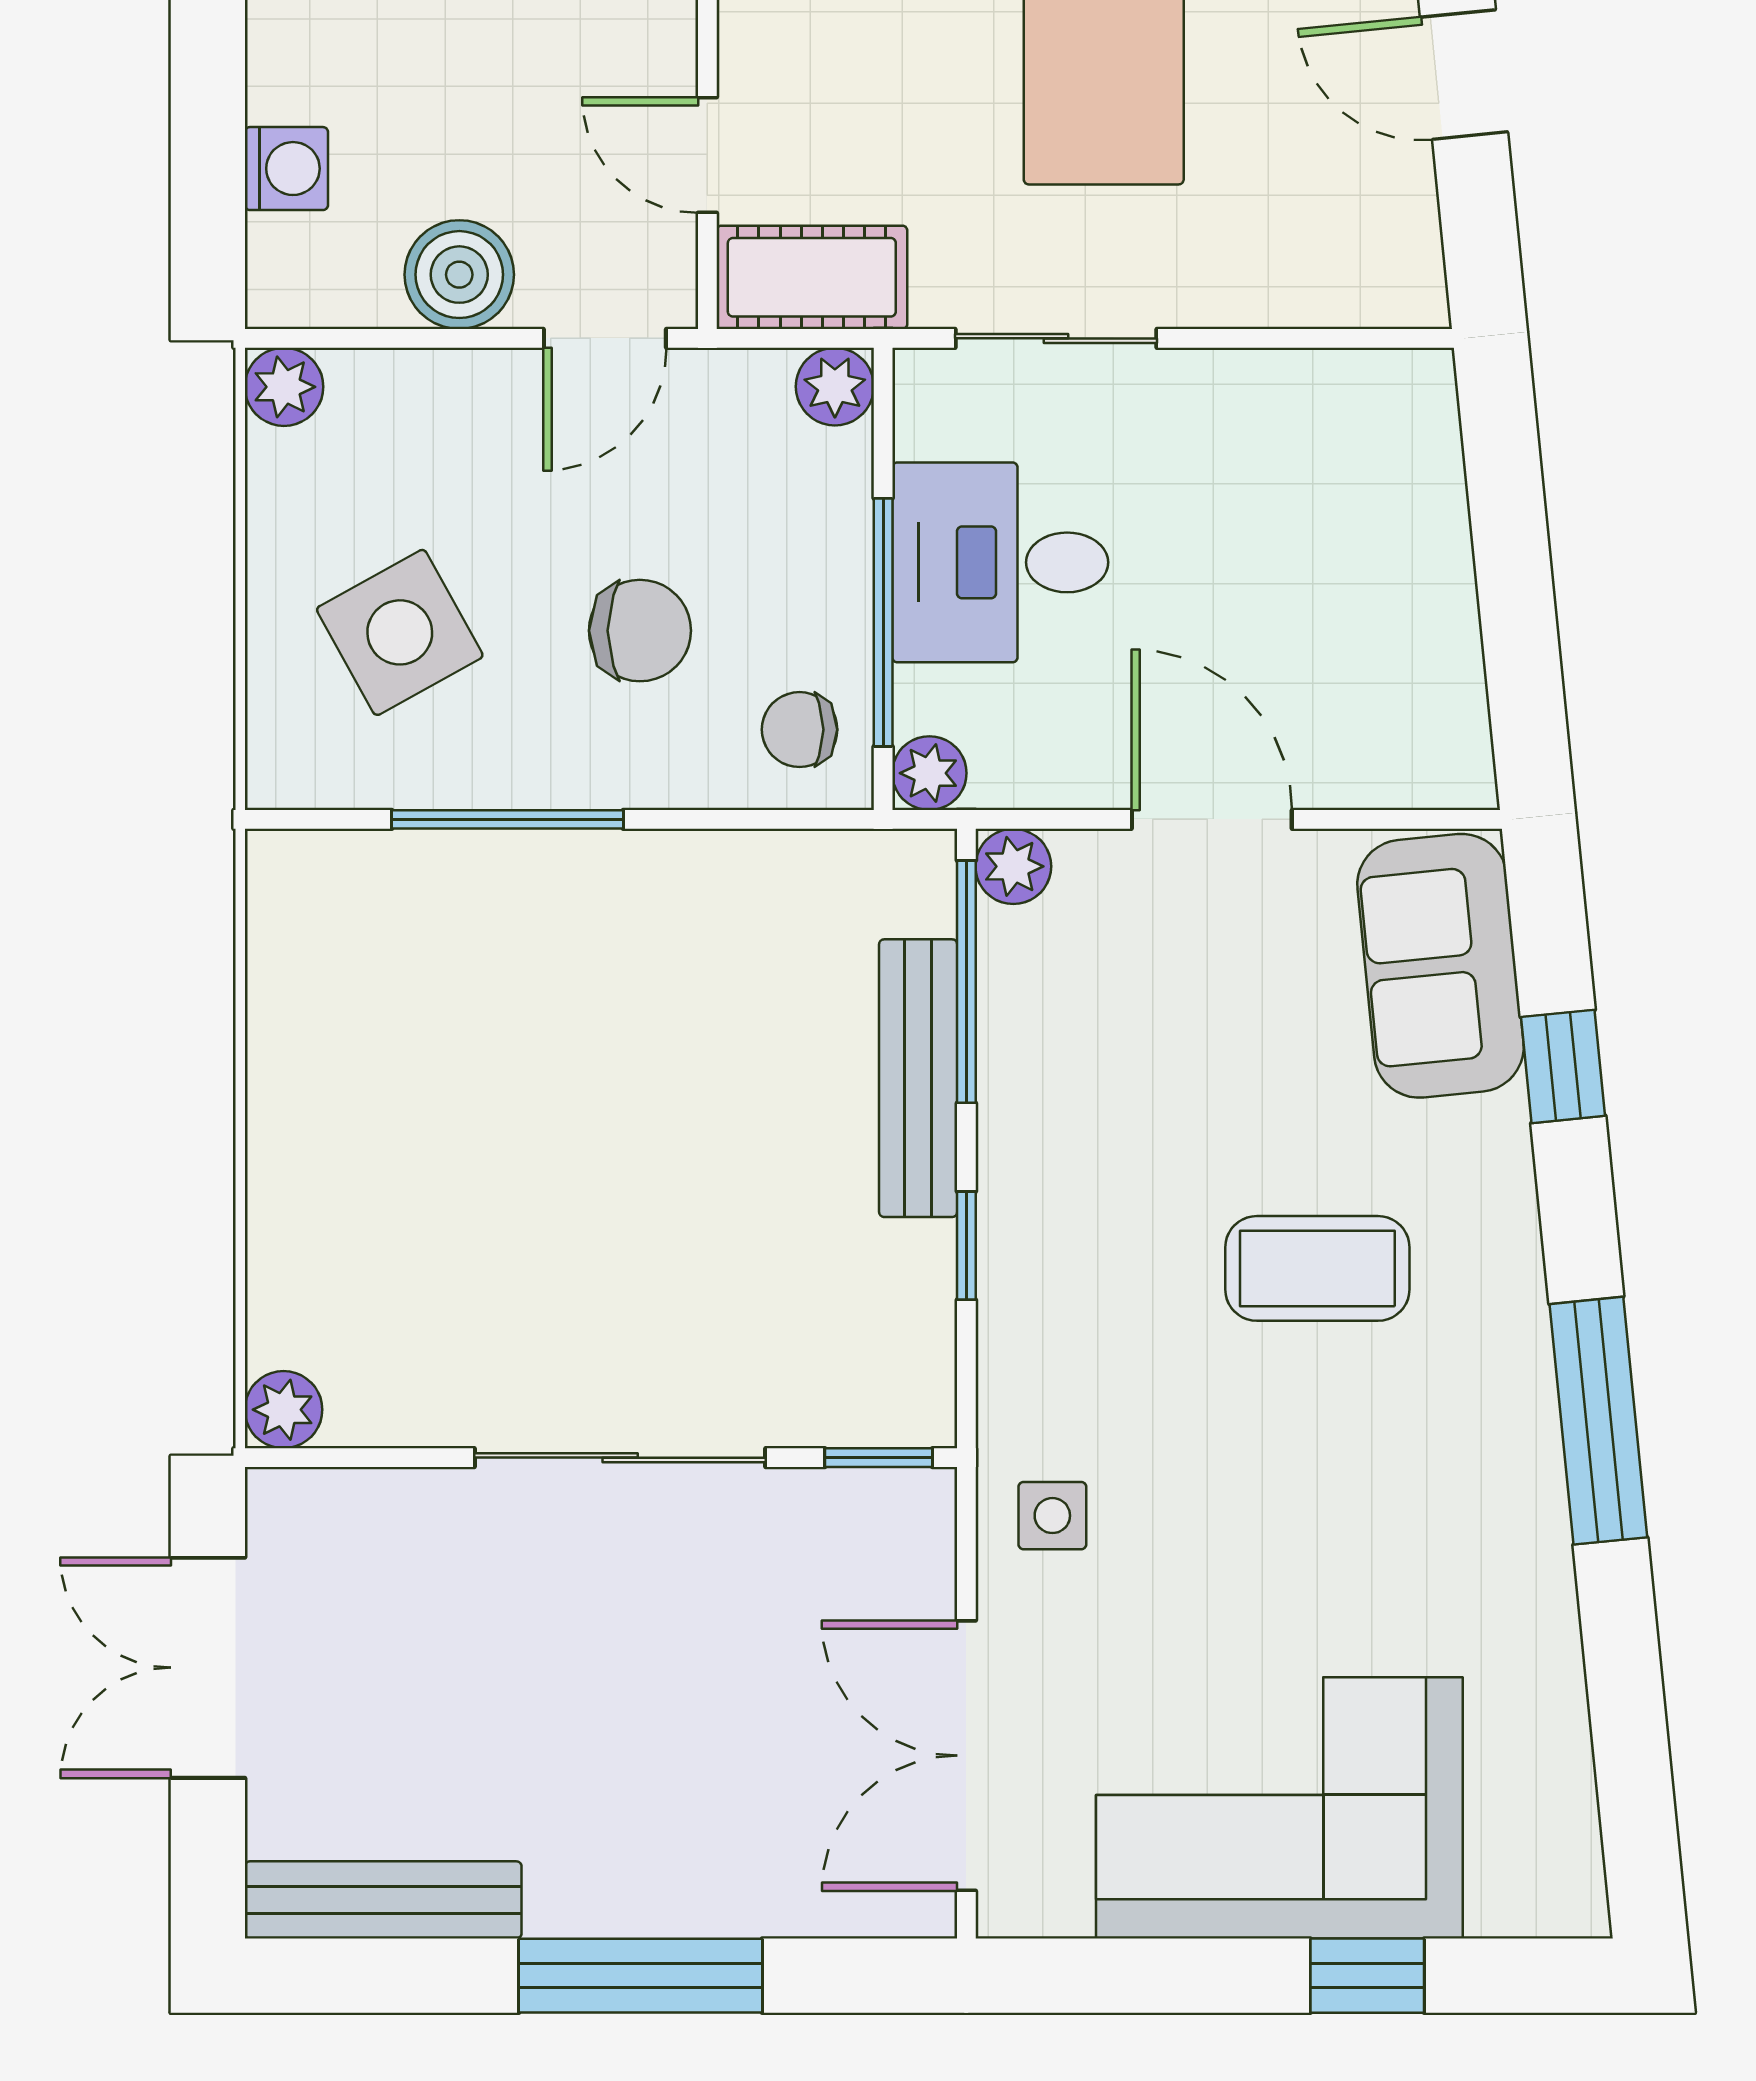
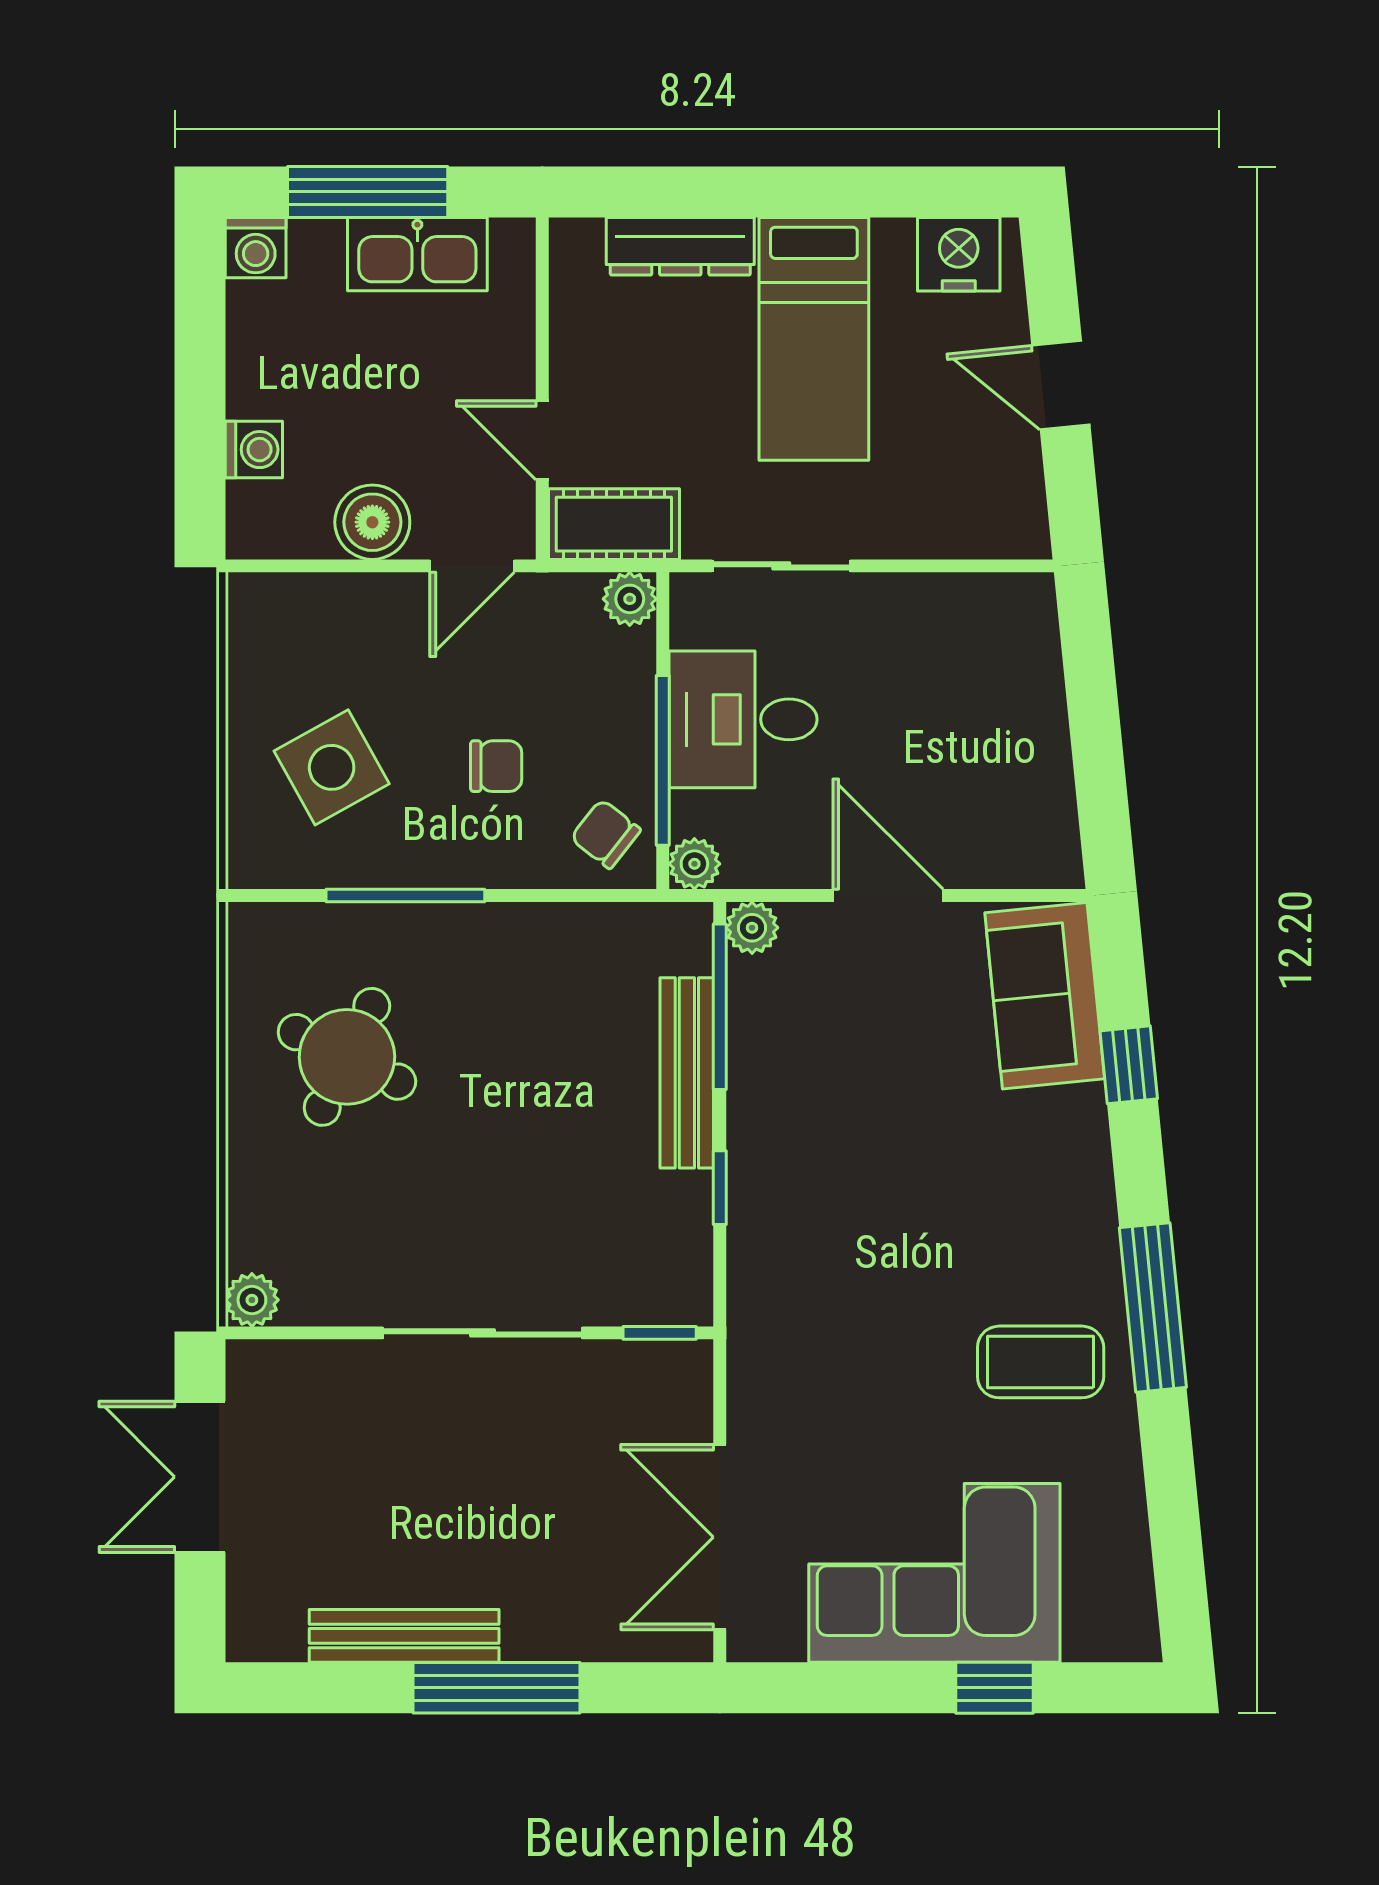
plant: (284, 387) -> (252, 599), removed
chair: (640, 631) -> (496, 766), width x0.73, depth x0.73
chair: (800, 730) -> (606, 834), turned 38
round table: (422, 1055) -> (347, 1057), added
coffee table: (1317, 1268) -> (1041, 1362), moved
side table: (1052, 1516) -> (779, 1373), removed
bench: (383, 1900) -> (404, 1636), moved

